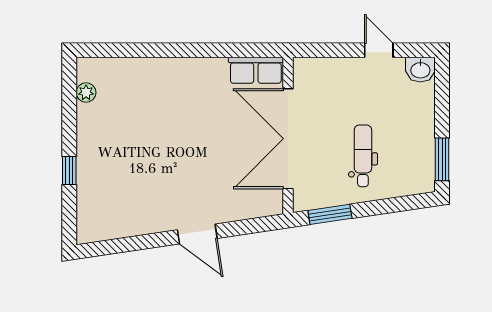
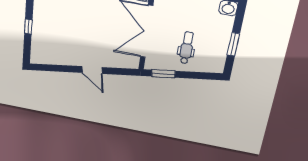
window: (442, 159) -> (233, 44), moved

